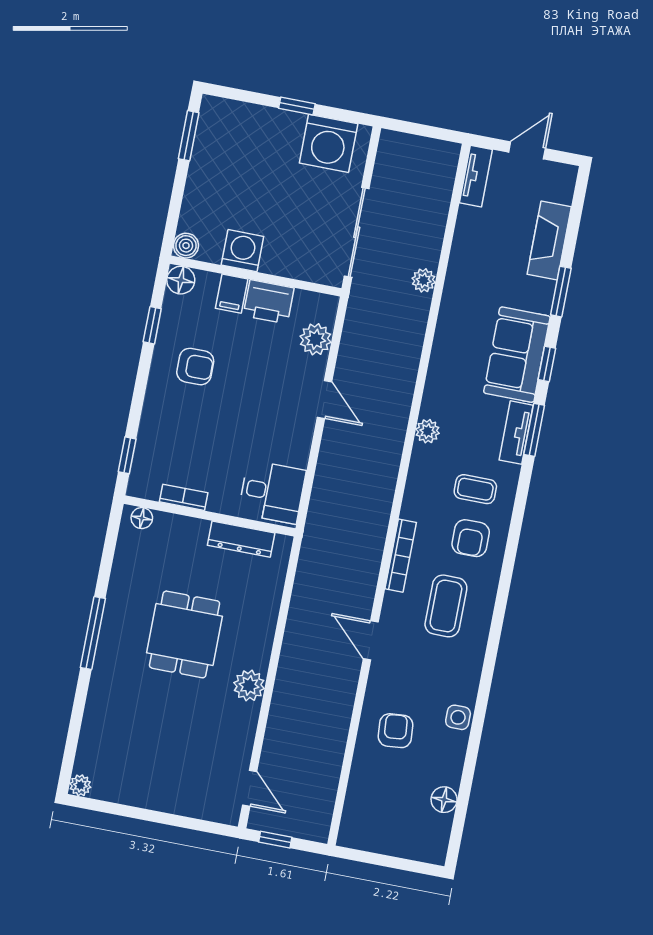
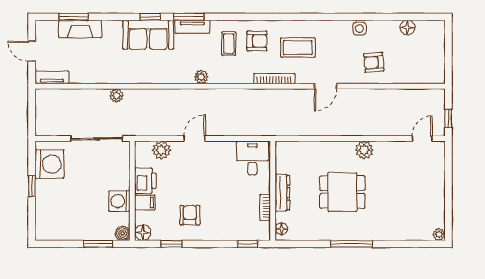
window: (189, 136) -> (98, 244), moved
window: (561, 292) -> (74, 17), moved
dresser: (241, 539) -> (282, 193), moved

